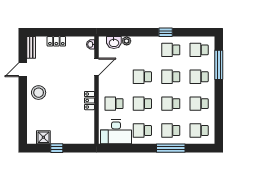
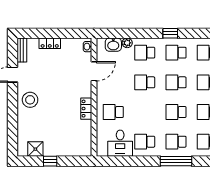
school desk: (142, 104) -> (145, 53), moved
desk: (116, 132) -> (120, 143), width x0.73

